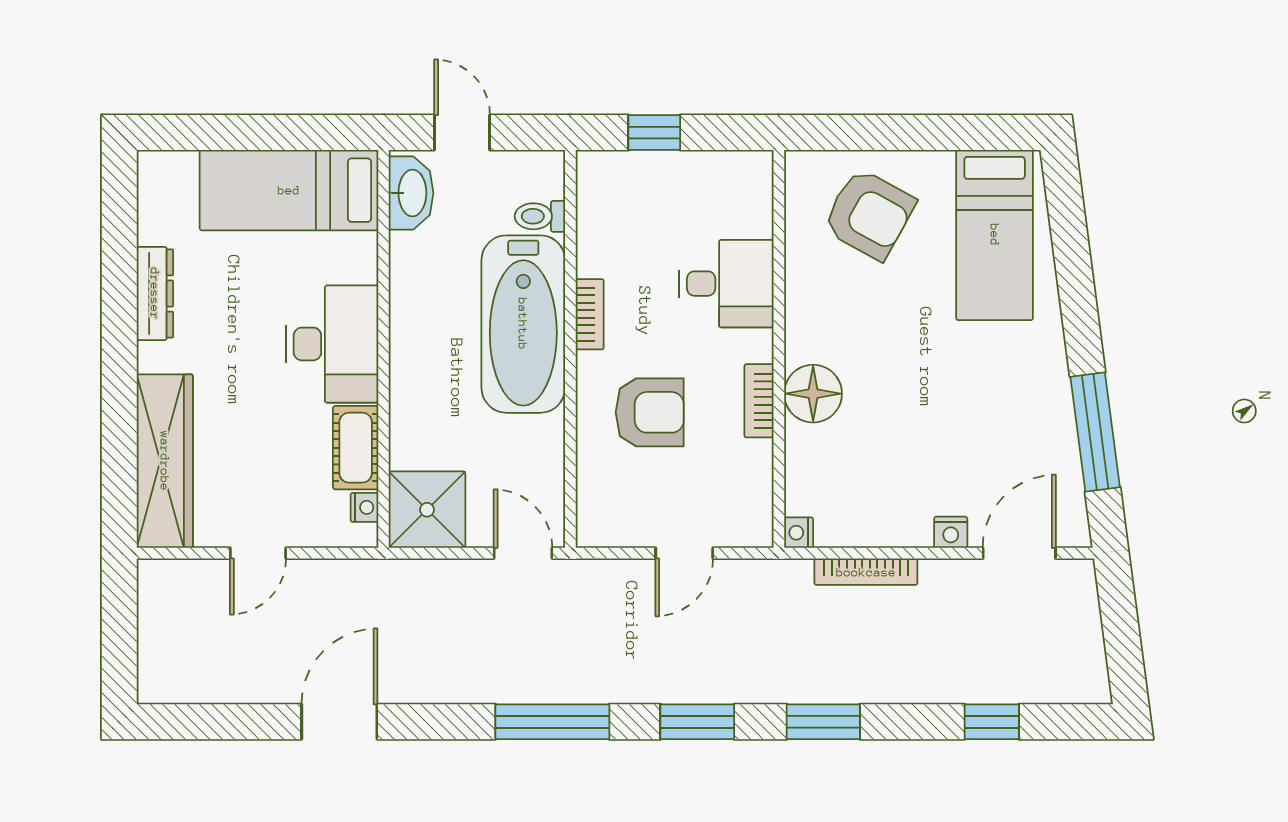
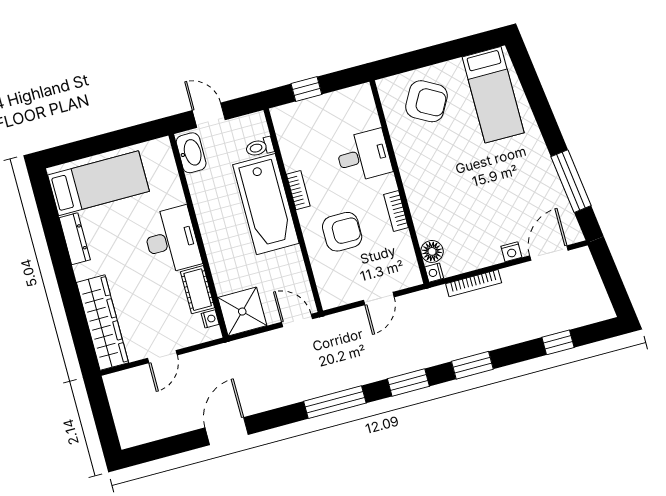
bed: (289, 190) -> (98, 183), moved, turned 180
floor lamp: (813, 394) -> (432, 251), moved, width x0.73, depth x0.73

